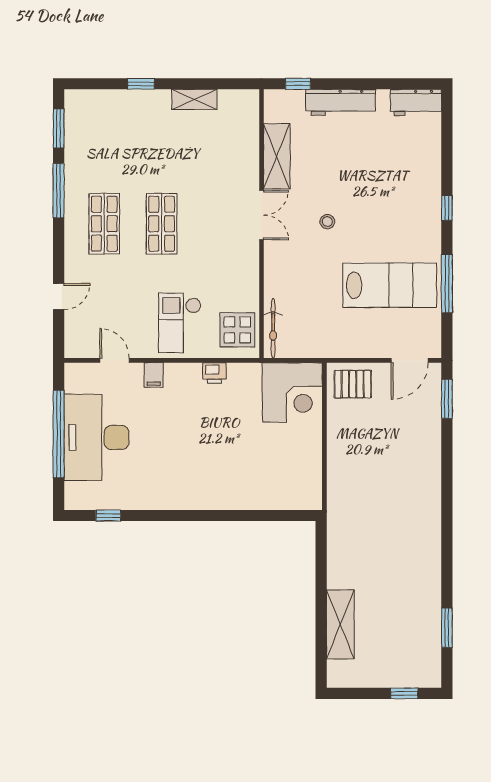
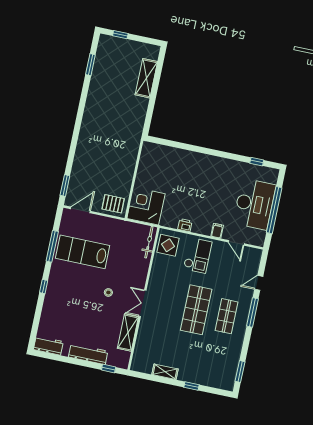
window: (59, 191) -> (252, 312), moved
shop shelf: (162, 224) -> (196, 310), width x1.43, depth x1.36

